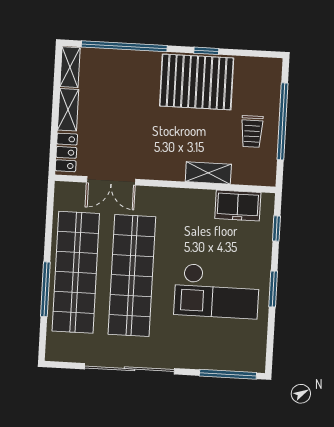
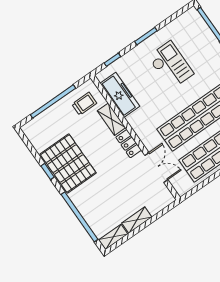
trolley: (252, 131) -> (84, 104), moved
locker: (66, 152) -> (129, 144), moved, turned -90
freezer: (238, 206) -> (120, 95), width x1.40
checkout: (217, 291) -> (171, 65), width x0.73, depth x0.83

